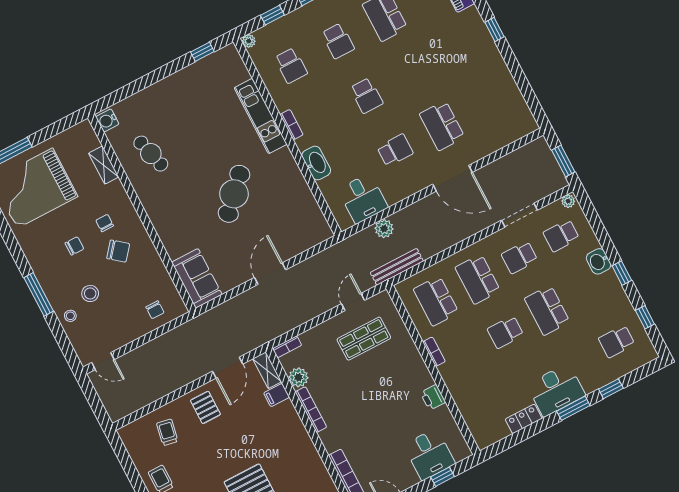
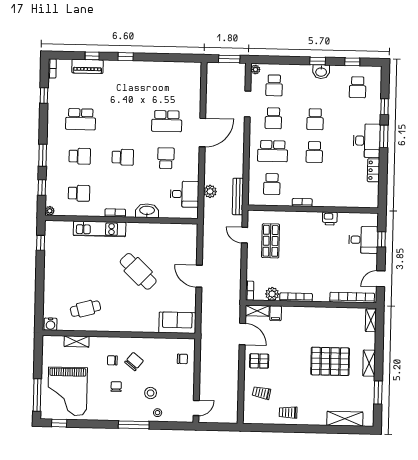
washbasin: (599, 261) -> (321, 72), moved
school desk: (436, 301) -> (272, 184), width x0.54
school desk: (547, 310) -> (315, 119), width x0.54

